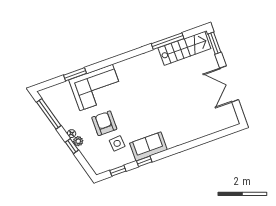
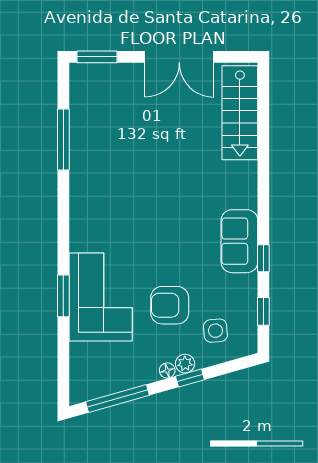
stairs: (184, 48) -> (240, 113), moved, turned 180
window: (75, 74) -> (63, 296), moved
side table: (117, 143) -> (215, 331), moved

